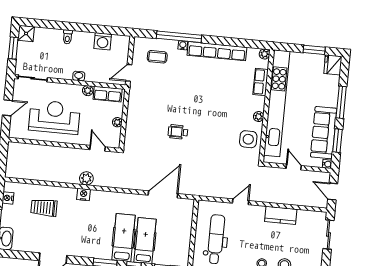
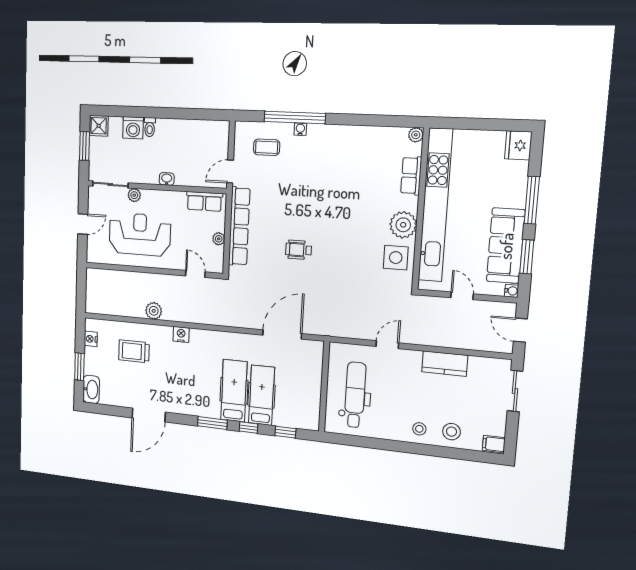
washing machine: (103, 41) -> (133, 128), moved
window: (314, 50) -> (489, 124), removed
row of seats: (217, 51) -> (239, 226), moved, turned -90
plant: (88, 91) -> (134, 195), moved
plant: (259, 117) -> (403, 225), width x1.87, depth x1.87
plant: (86, 178) -> (154, 311), moved

